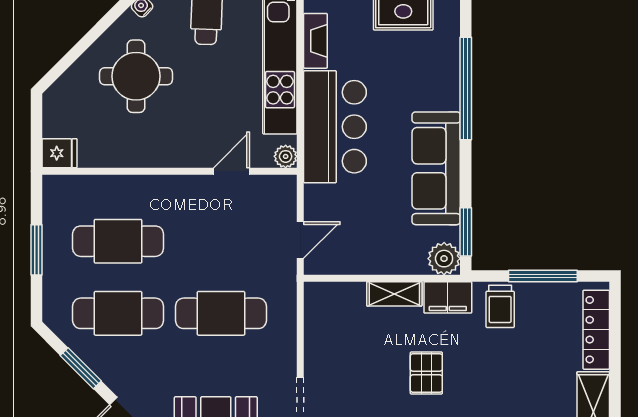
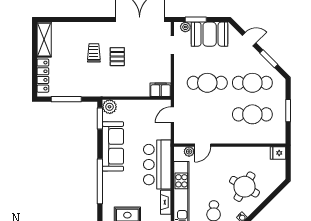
round table: (136, 76) -> (244, 187), turned 30
plant: (286, 156) -> (189, 152), moved
shelving: (394, 294) -> (131, 91), removed
filing cabinet: (448, 297) -> (161, 90), moved
trolley: (500, 306) -> (94, 53), moved

